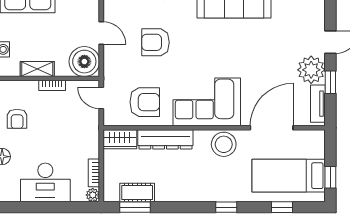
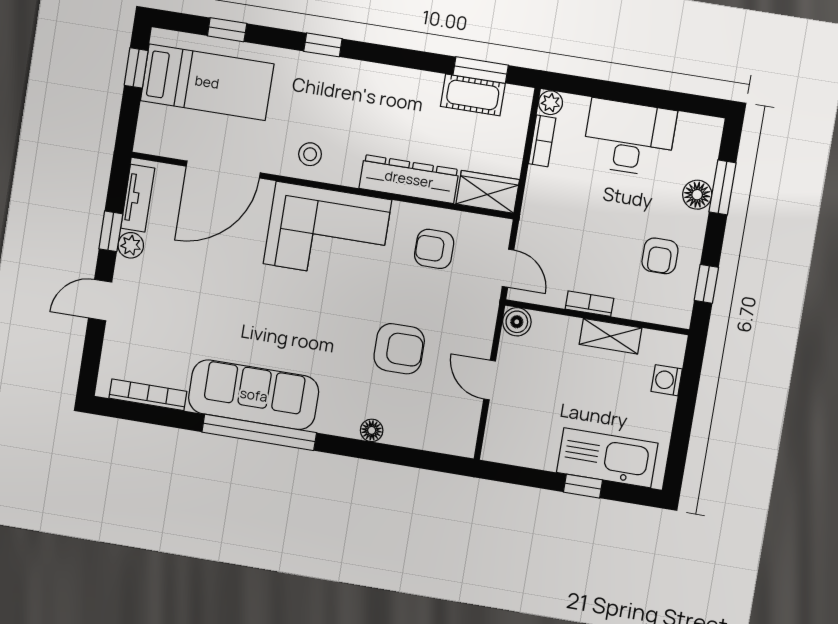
boiler: (84, 62) -> (517, 322), width x0.54, depth x0.54
plant: (311, 70) -> (131, 245), width x0.53, depth x0.53
armchair: (145, 102) -> (434, 249), width x0.72, depth x0.72
armchair: (17, 119) -> (660, 256), turned 180
stool: (224, 144) -> (310, 154), width x0.53, depth x0.53

